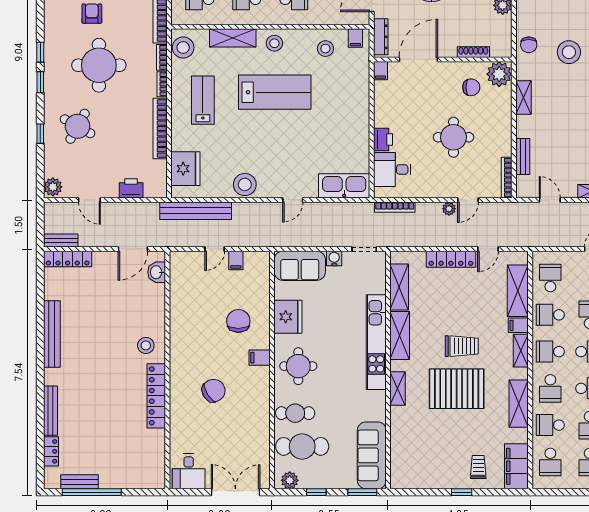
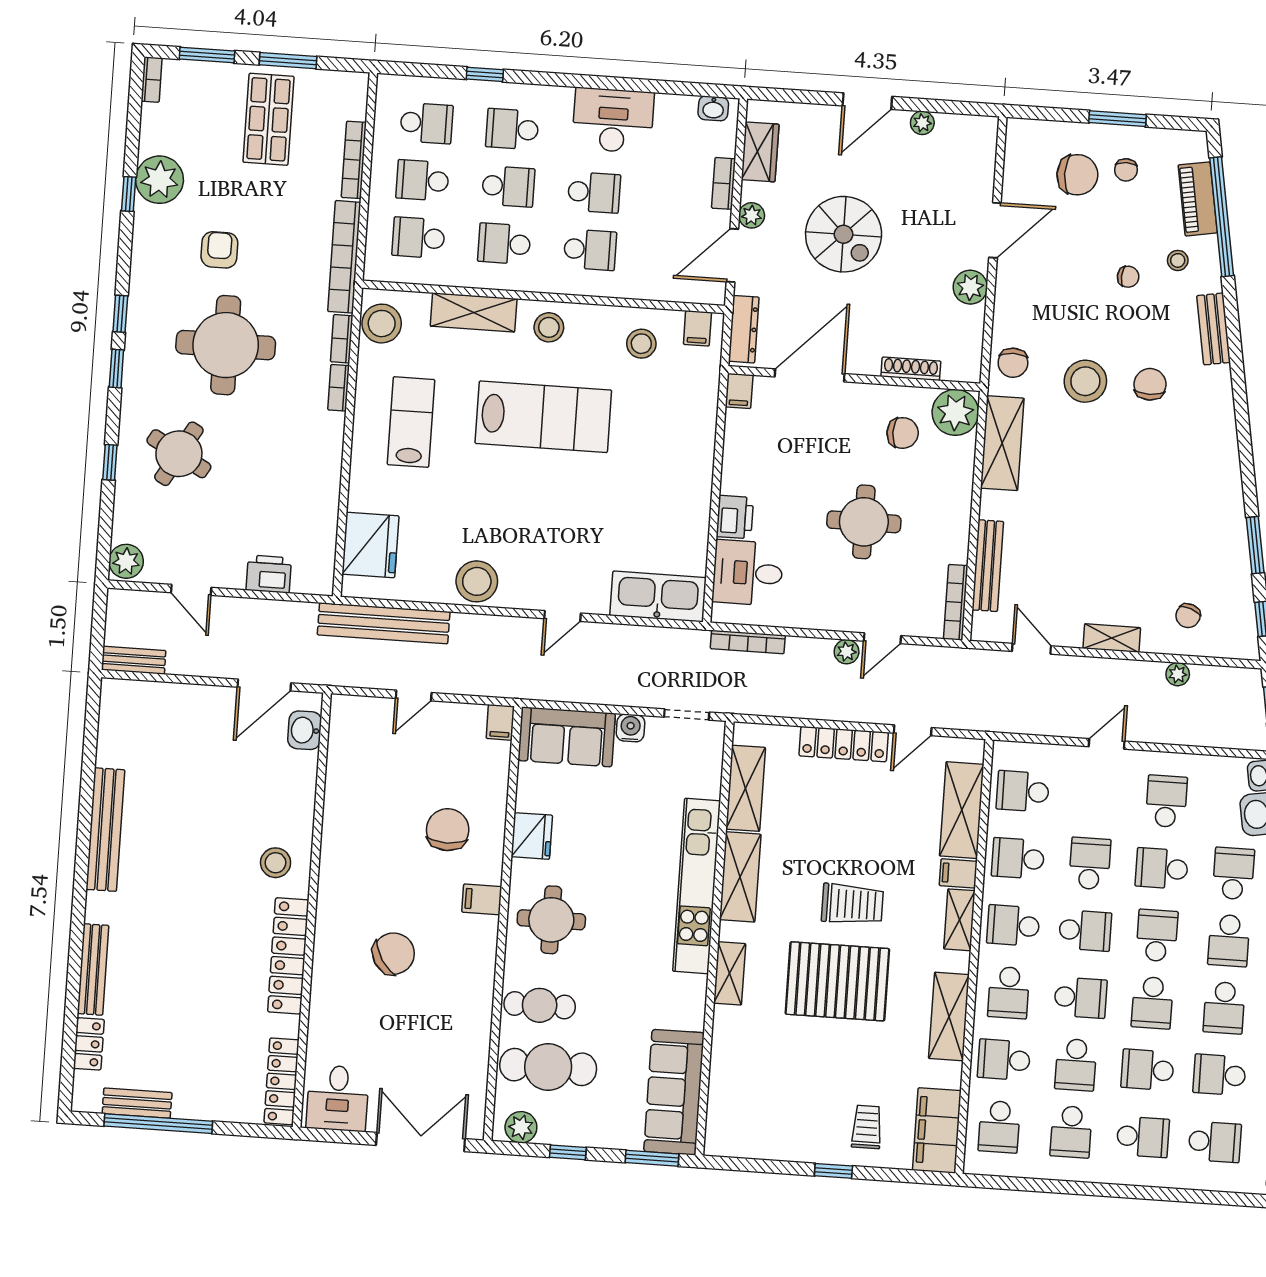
shelving: (523, 98) -> (1002, 443), width x1.50, depth x1.33
bookcase: (160, 128) -> (329, 468), removed
bench: (523, 156) -> (988, 566), width x1.36
locker: (68, 259) -> (282, 1081), moved, turned 90
filing cabinet: (236, 260) -> (500, 722), moved
school desk: (550, 278) -> (1023, 791), turned -90
fridge: (288, 317) -> (532, 836), width x0.73, depth x0.75

